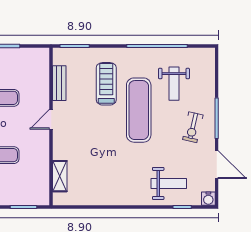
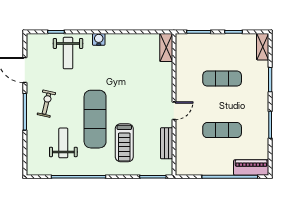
shelving: (60, 176) -> (166, 47), moved
weight bench: (169, 183) -> (68, 53), turned -90
water cooler: (208, 199) -> (99, 39), moved

